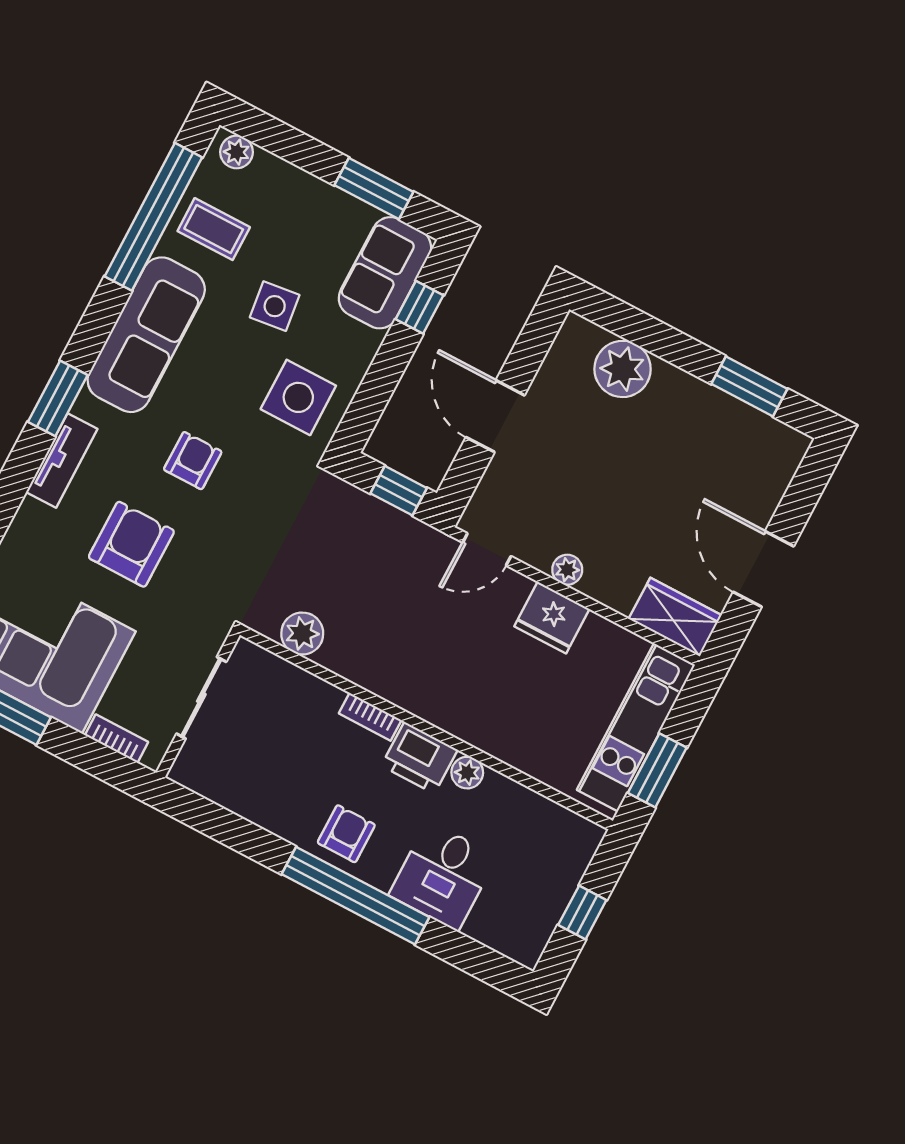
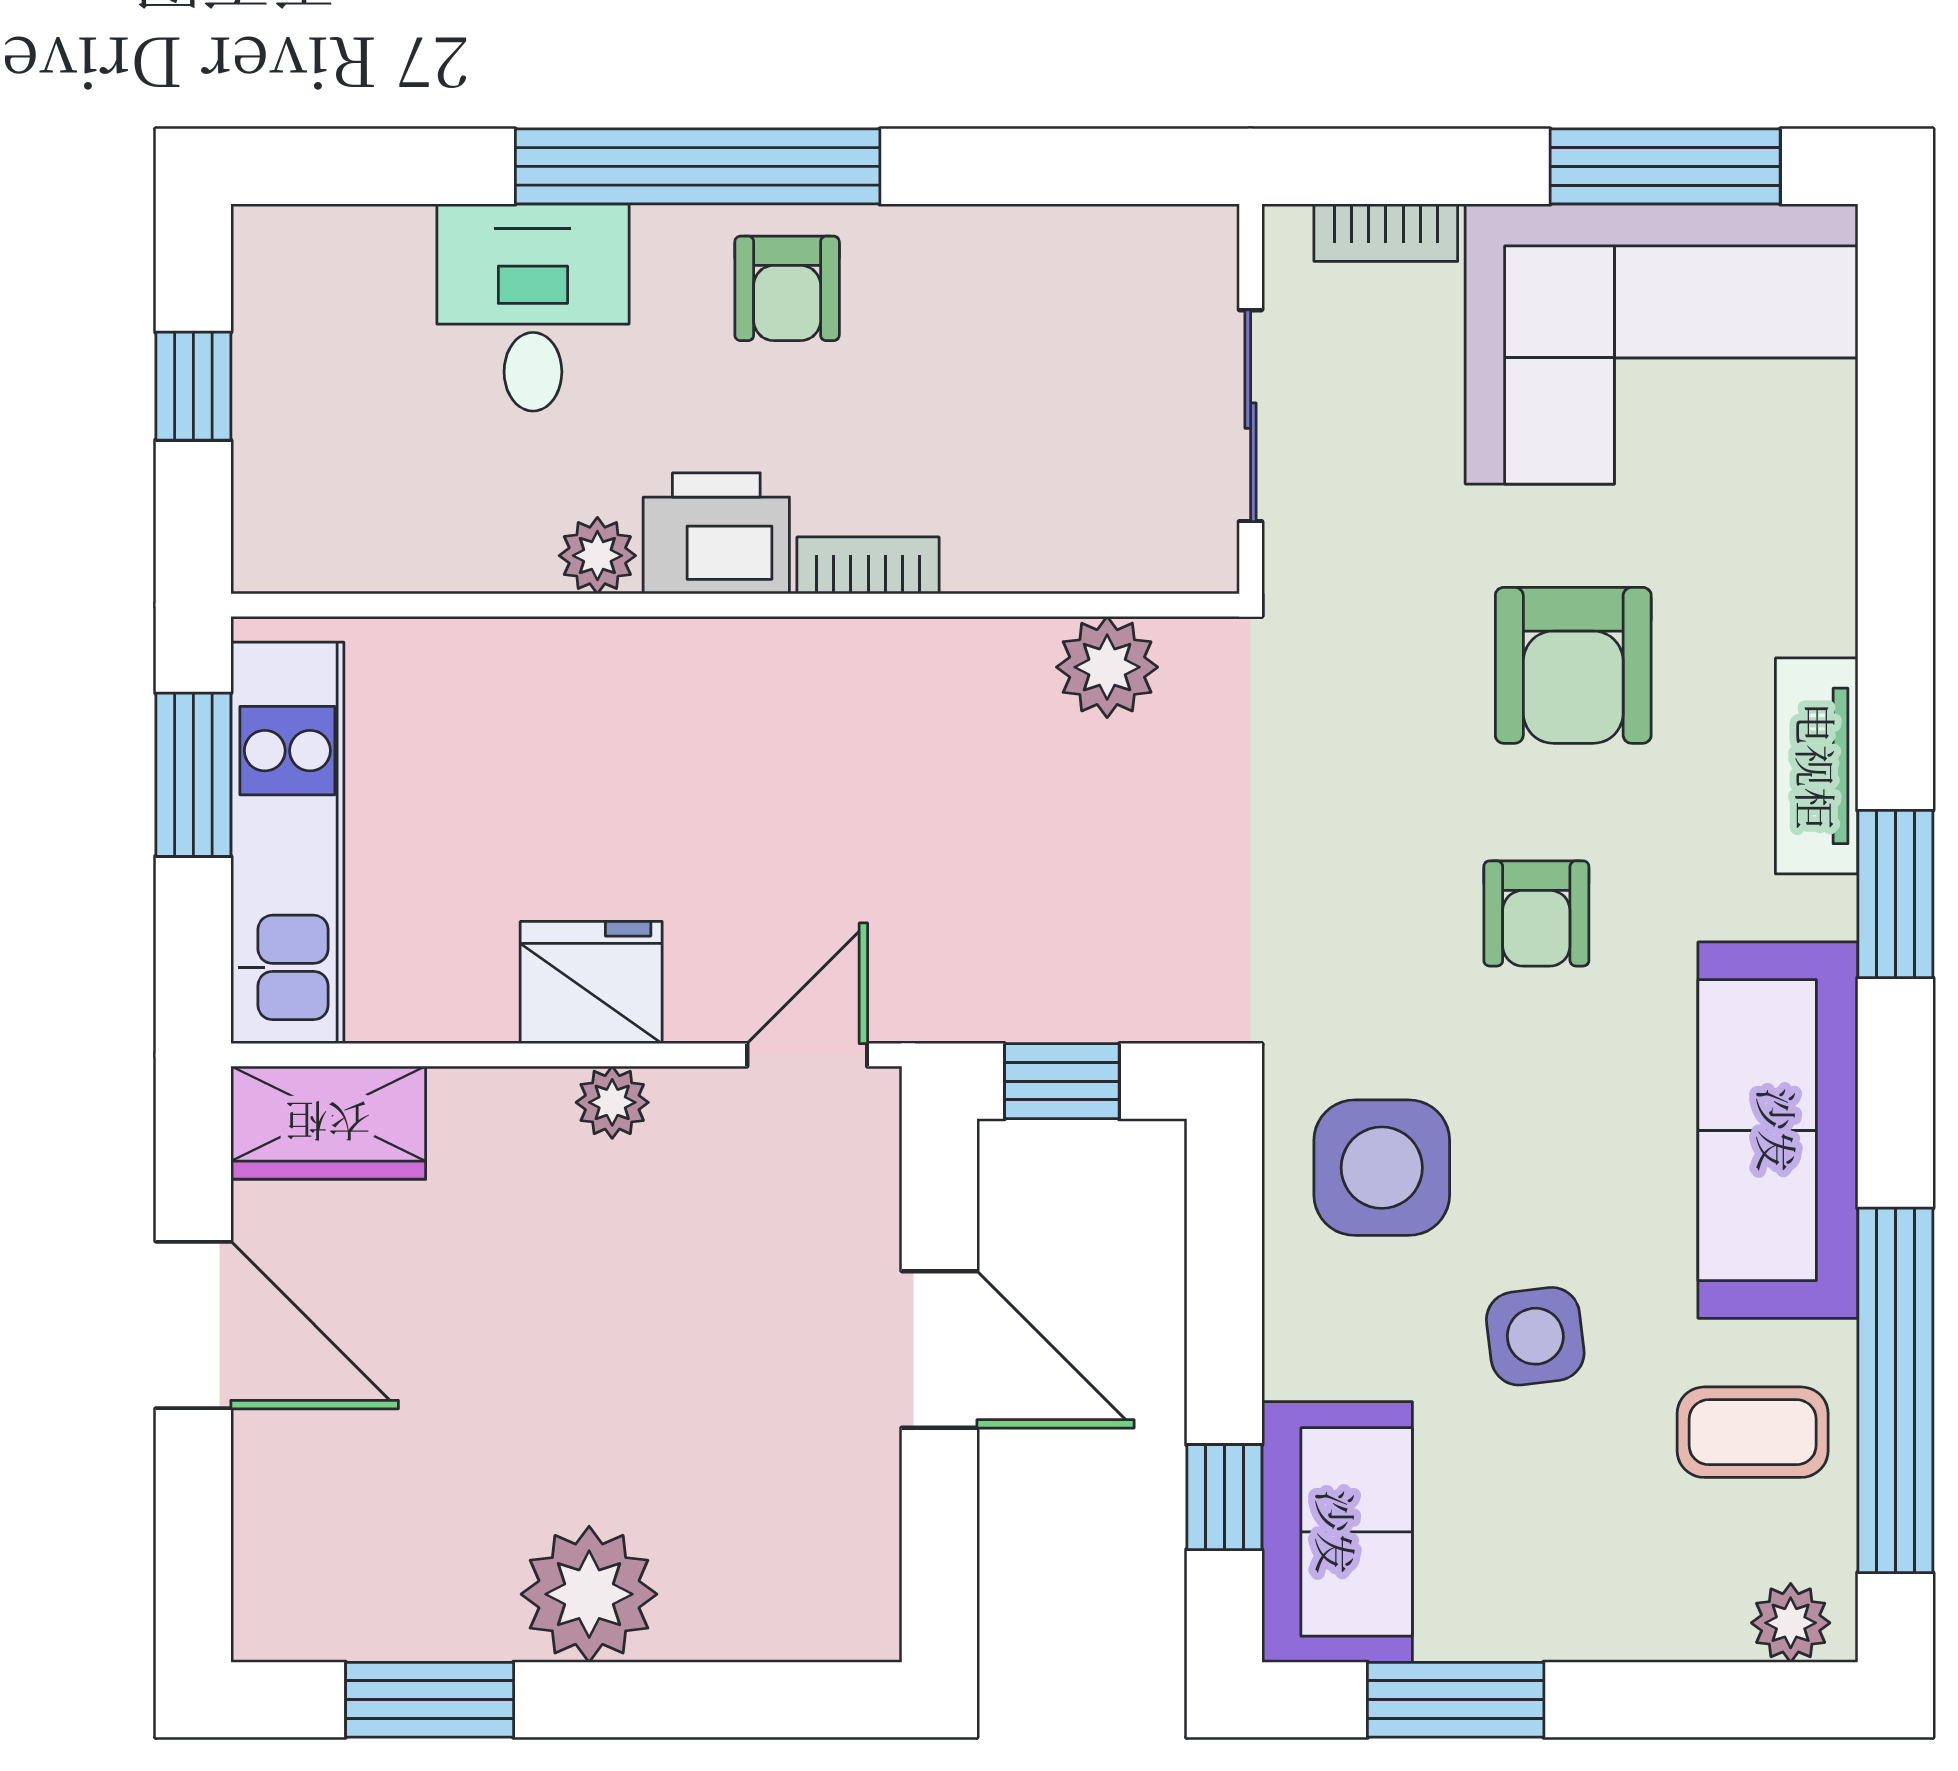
plant: (623, 369) -> (589, 1594), moved

